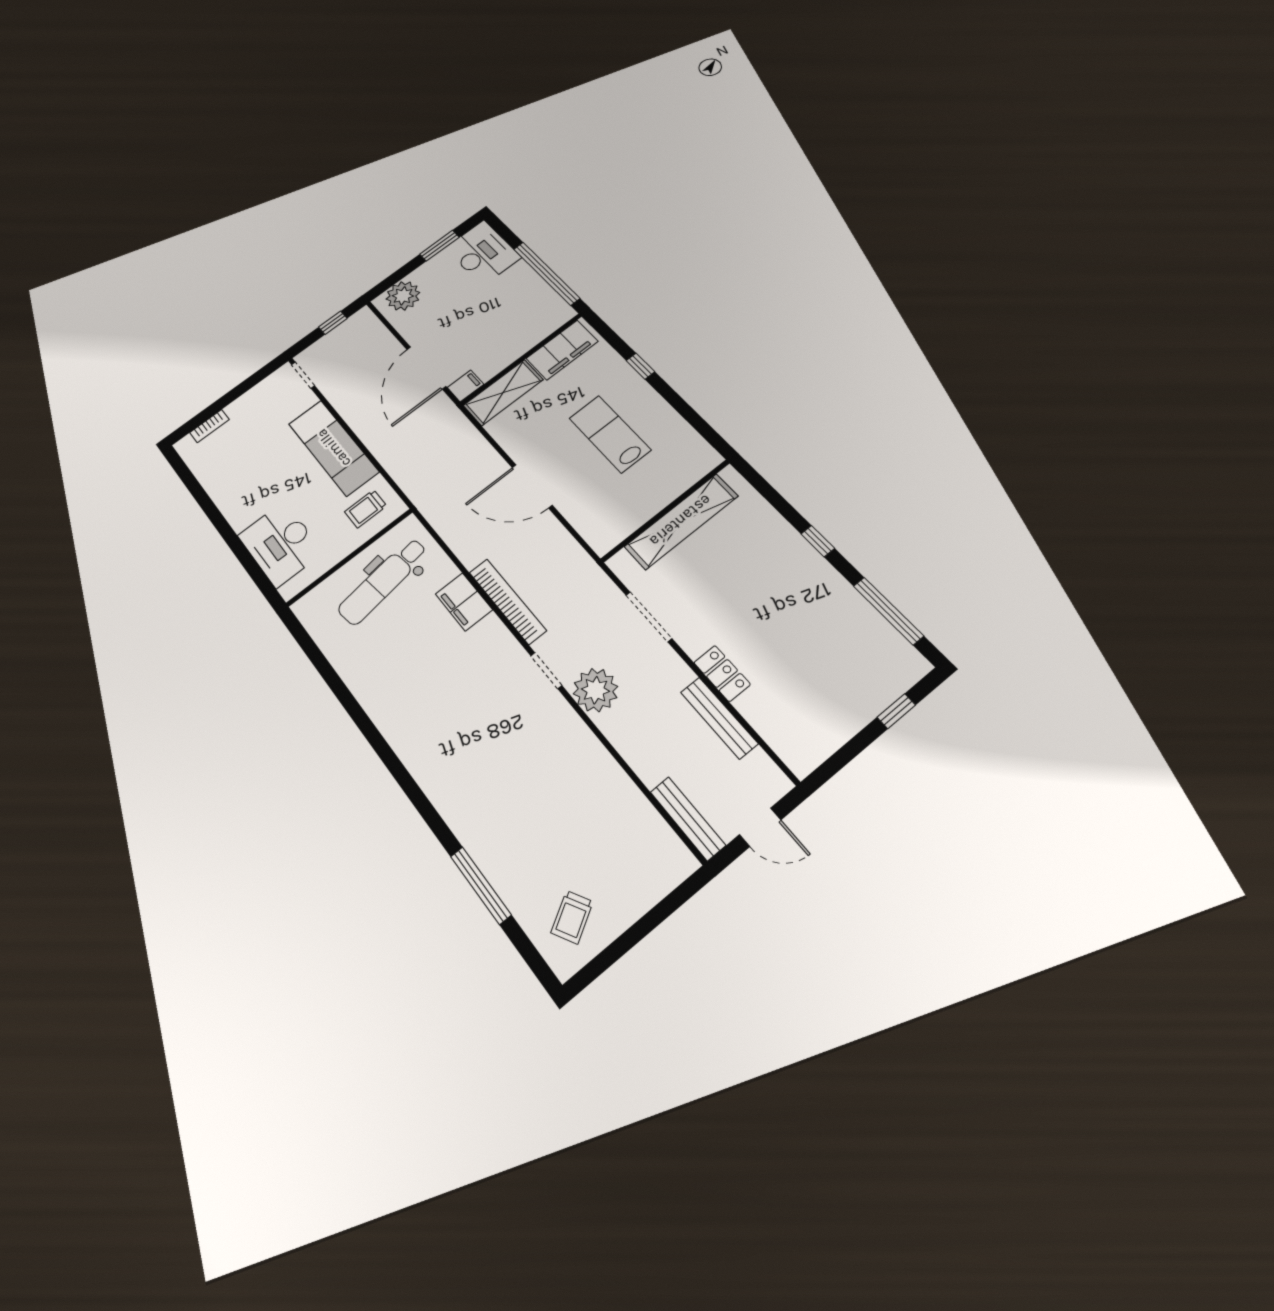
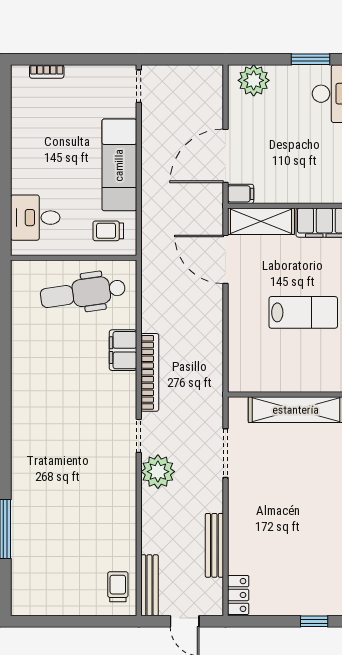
window: (333, 323) -> (189, 59), removed
lab bench: (610, 434) -> (303, 312), turned 90
door: (532, 486) -> (226, 259), moved
desk: (281, 544) -> (35, 218), width x0.73
locker: (722, 673) -> (238, 595), moved
trolley: (572, 917) -> (118, 587), moved, turned 120

